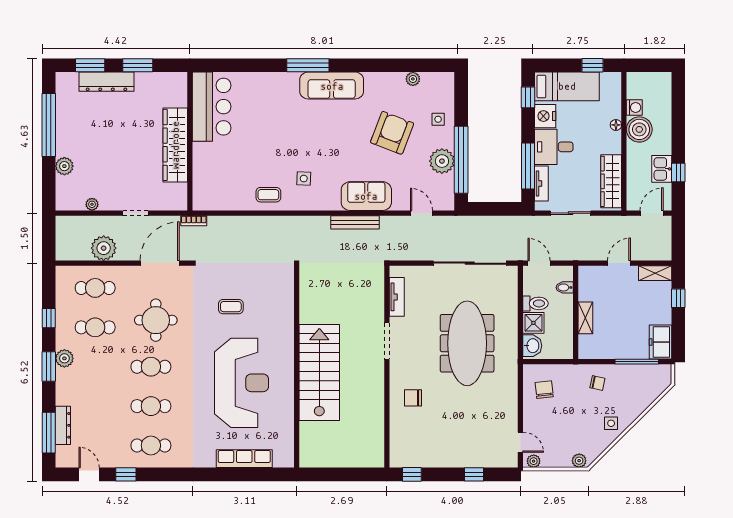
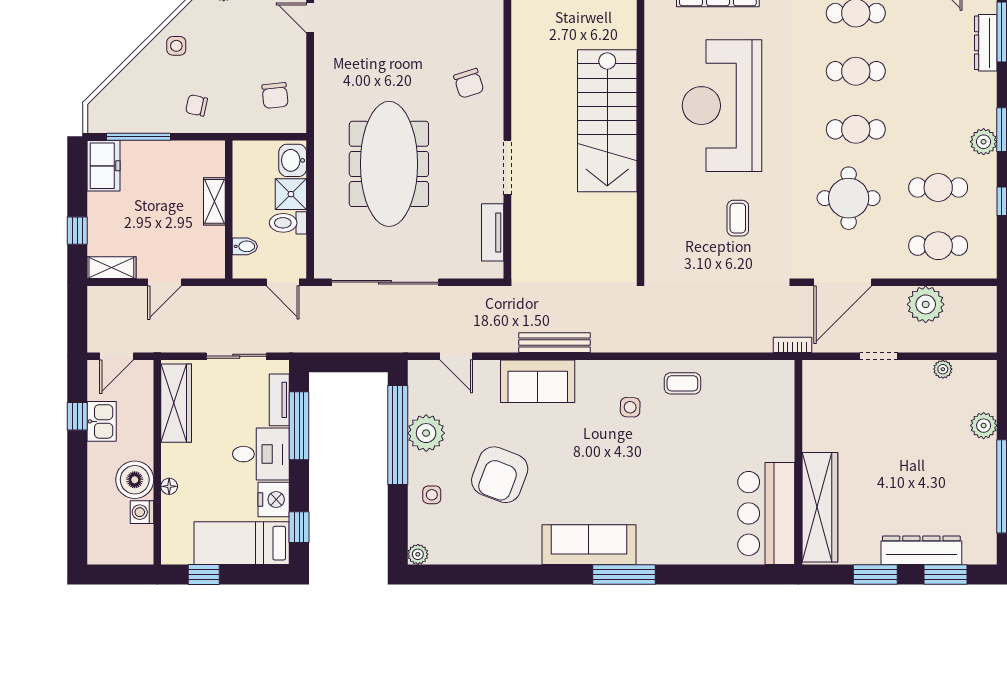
plant: (413, 79) -> (418, 554), moved
wardrobe: (175, 145) -> (820, 507), moved
coffee table: (231, 307) -> (738, 218), turned 90
chair: (413, 398) -> (469, 83), turned 72

